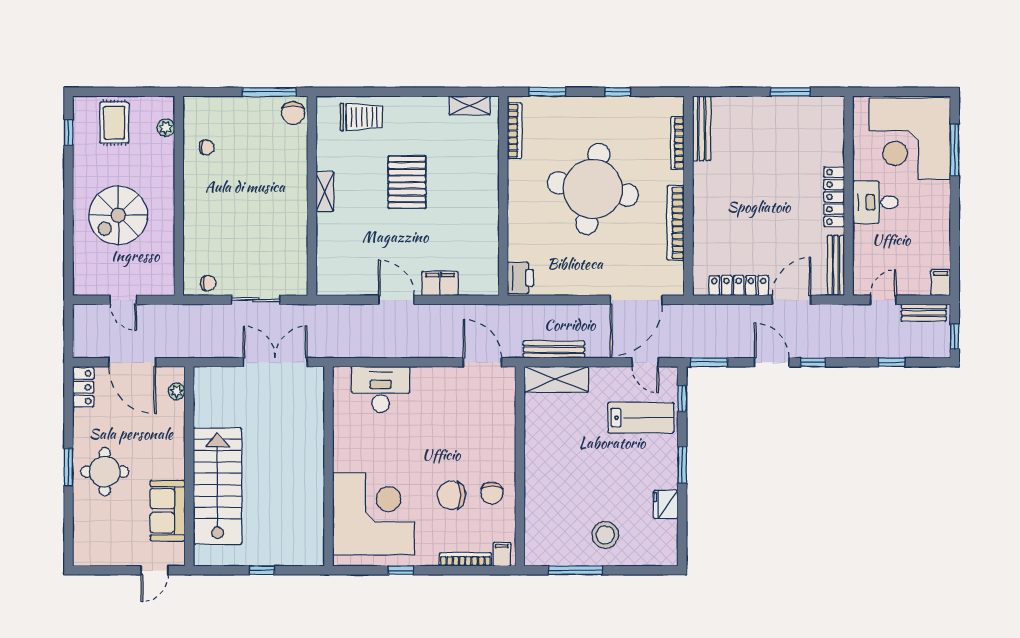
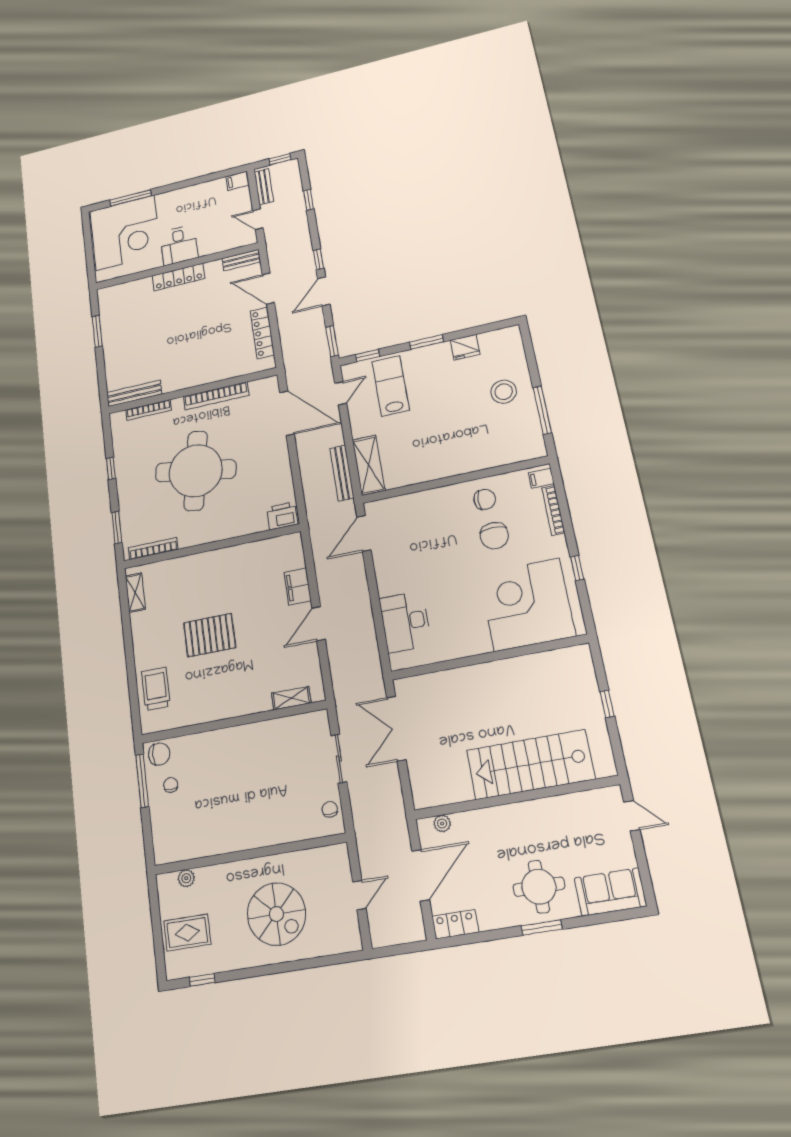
chair: (207, 147) -> (171, 785), moved
shelving: (325, 191) -> (291, 698), moved
bench: (836, 265) -> (241, 260), width x0.73
sofa: (168, 511) -> (610, 892), moved, turned 180

